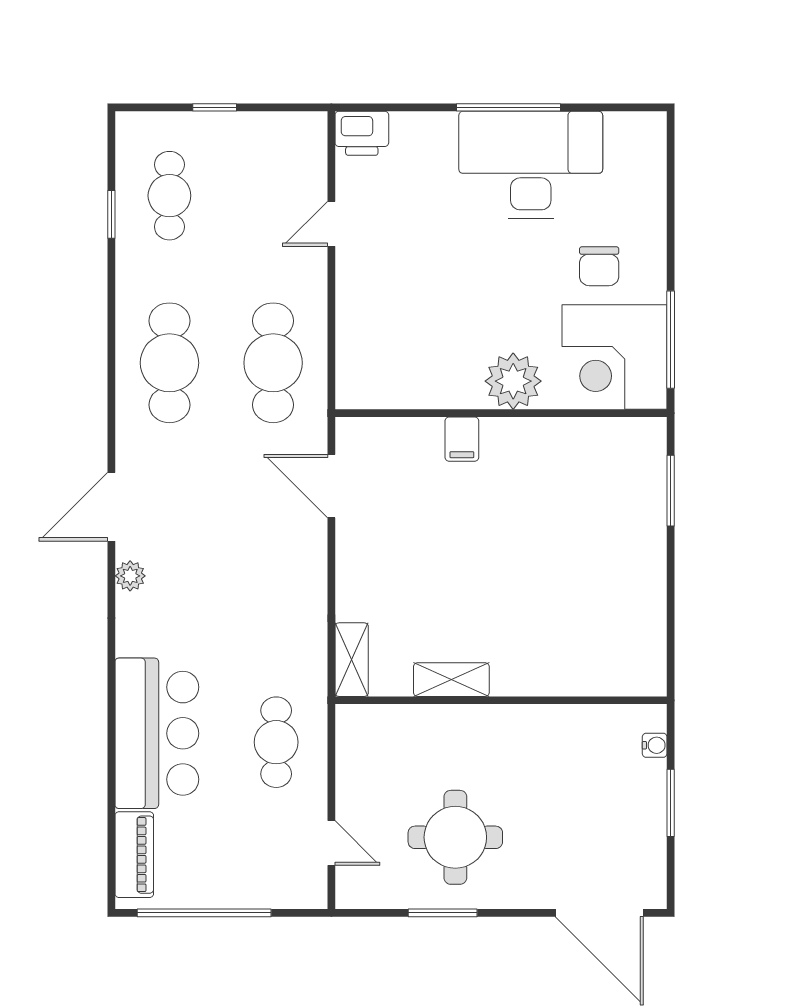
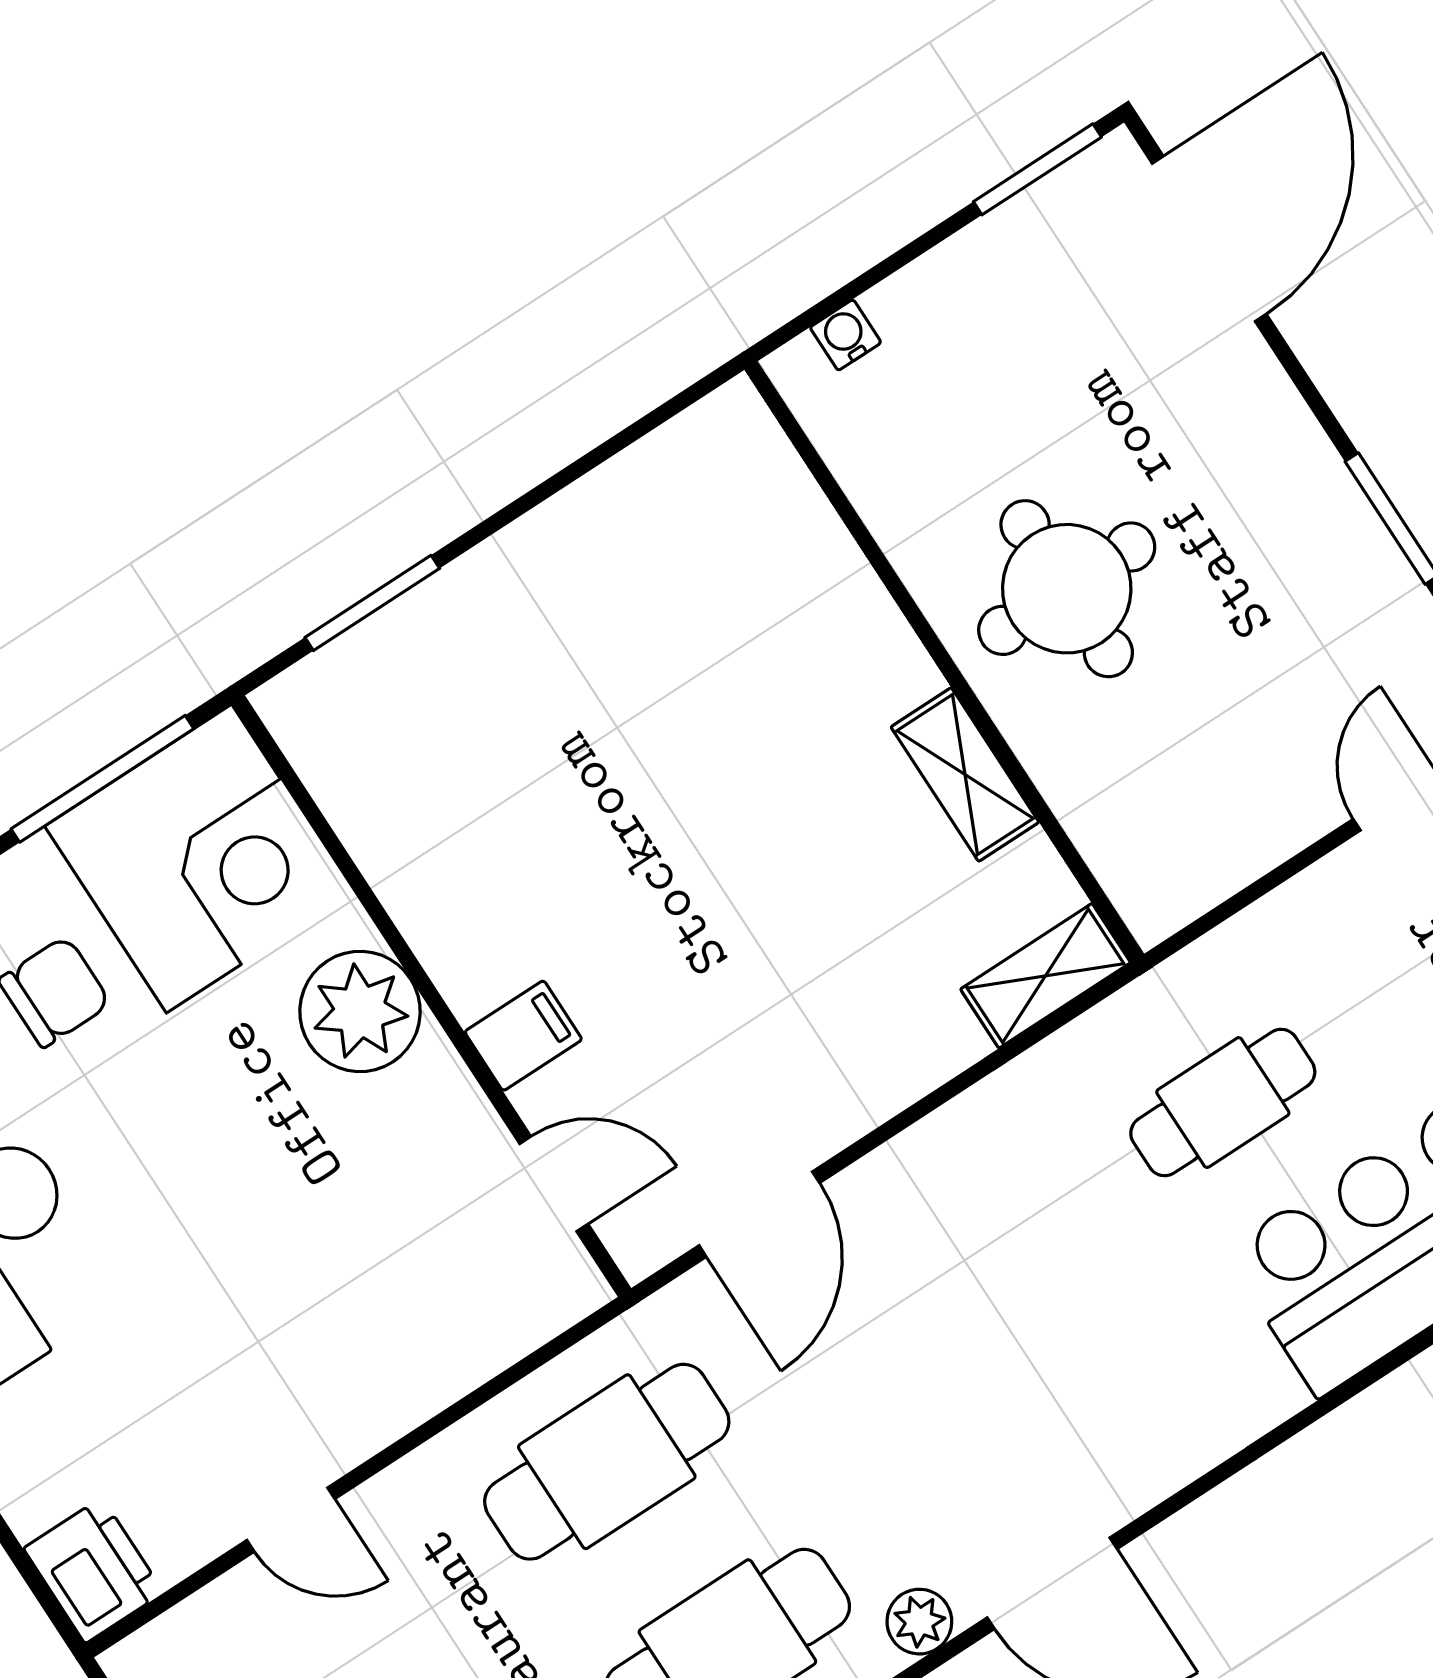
door: (396, 413) -> (554, 1184), added
plant: (130, 576) -> (919, 1622), moved
cafe table: (276, 742) -> (1223, 1103), moved
window: (671, 803) -> (1037, 169), moved
round table: (455, 837) -> (1067, 589), moved

